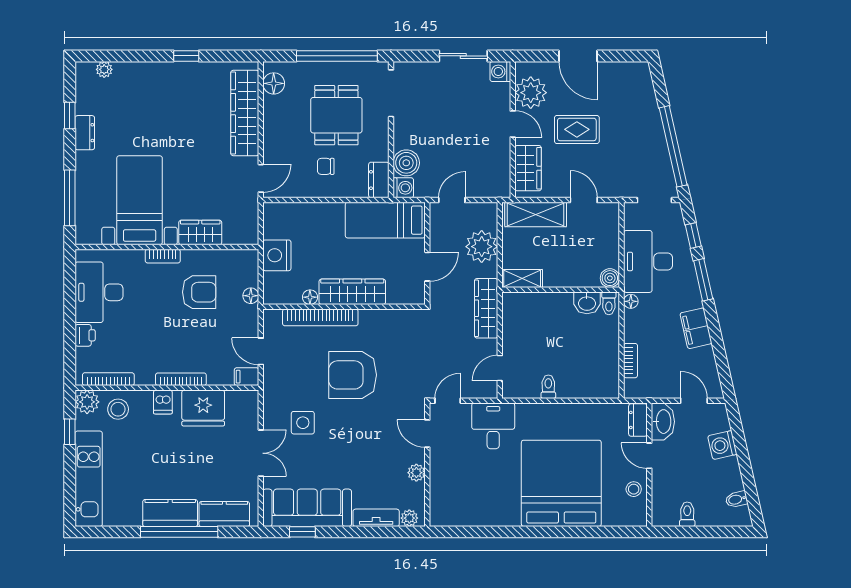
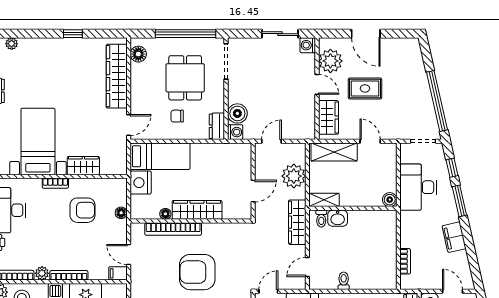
bed: (385, 220) -> (160, 156), moved, turned 180
floor lamp: (631, 301) -> (405, 217), removed
washbasin: (587, 303) -> (338, 218), moved
toilet: (609, 303) -> (321, 218), moved
plant: (145, 377) -> (42, 273), added

